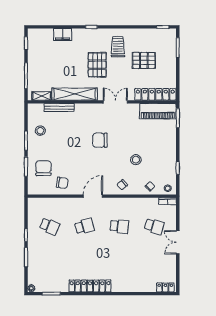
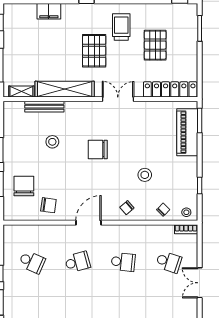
pallet: (144, 60) -> (155, 45), turned 90
piano: (158, 111) -> (187, 132), moved, turned 90
stool: (40, 131) -> (52, 142), moved

